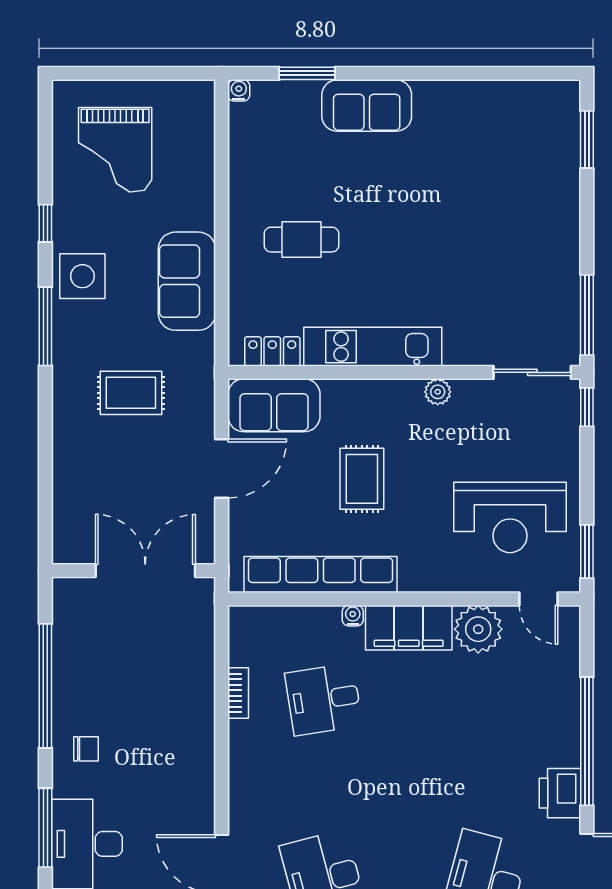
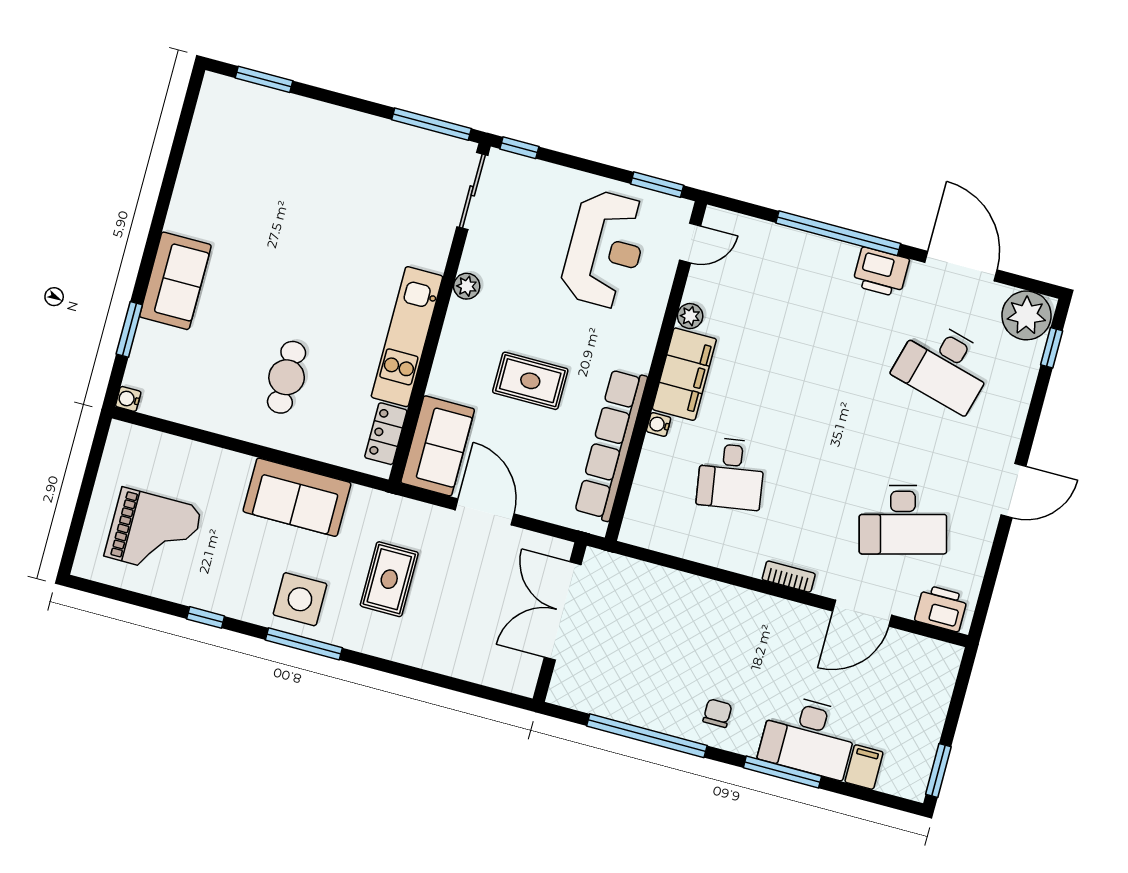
side table: (82, 276) -> (300, 599), moved
plant: (478, 629) -> (690, 316), width x0.53, depth x0.53
bookcase: (238, 693) -> (789, 577), moved

